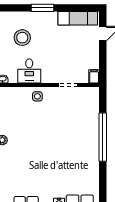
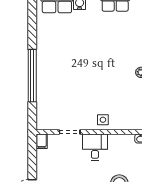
desk: (29, 71) -> (95, 147), moved

